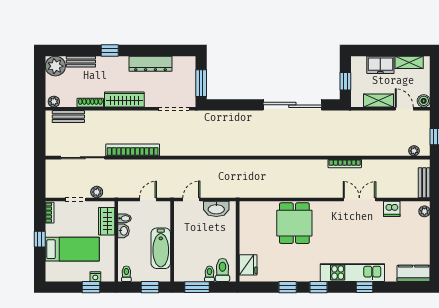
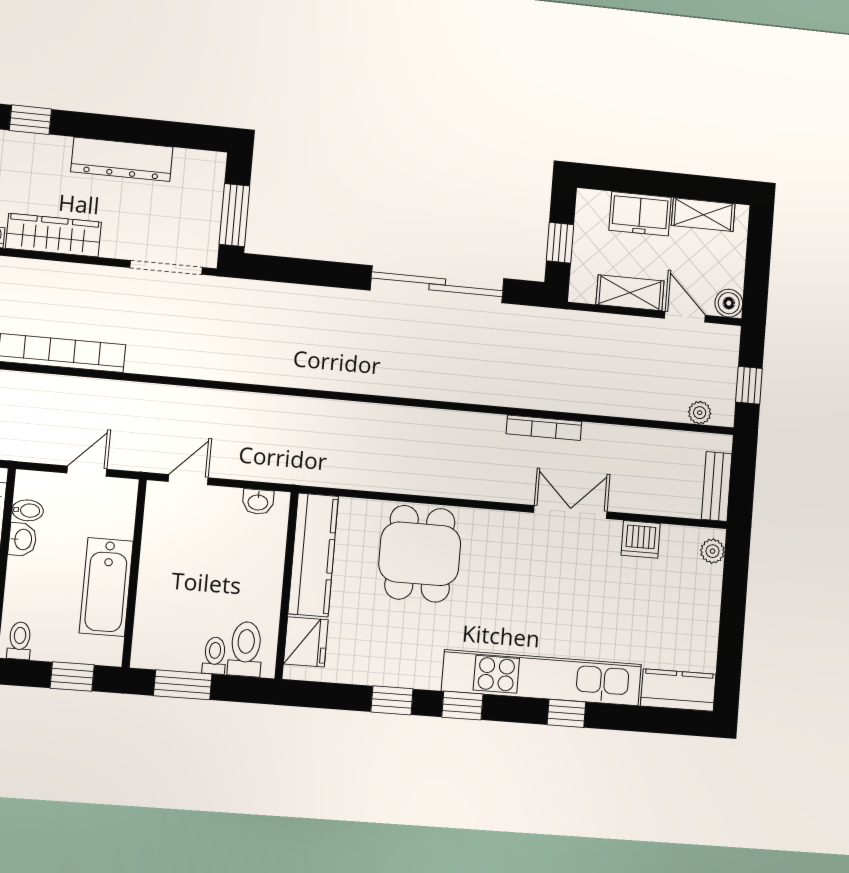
washbasin: (216, 209) -> (258, 502), width x0.52, depth x0.69
kitchen counter: (248, 227) -> (313, 555), added
kitchen unit: (352, 273) -> (542, 678), width x1.36

